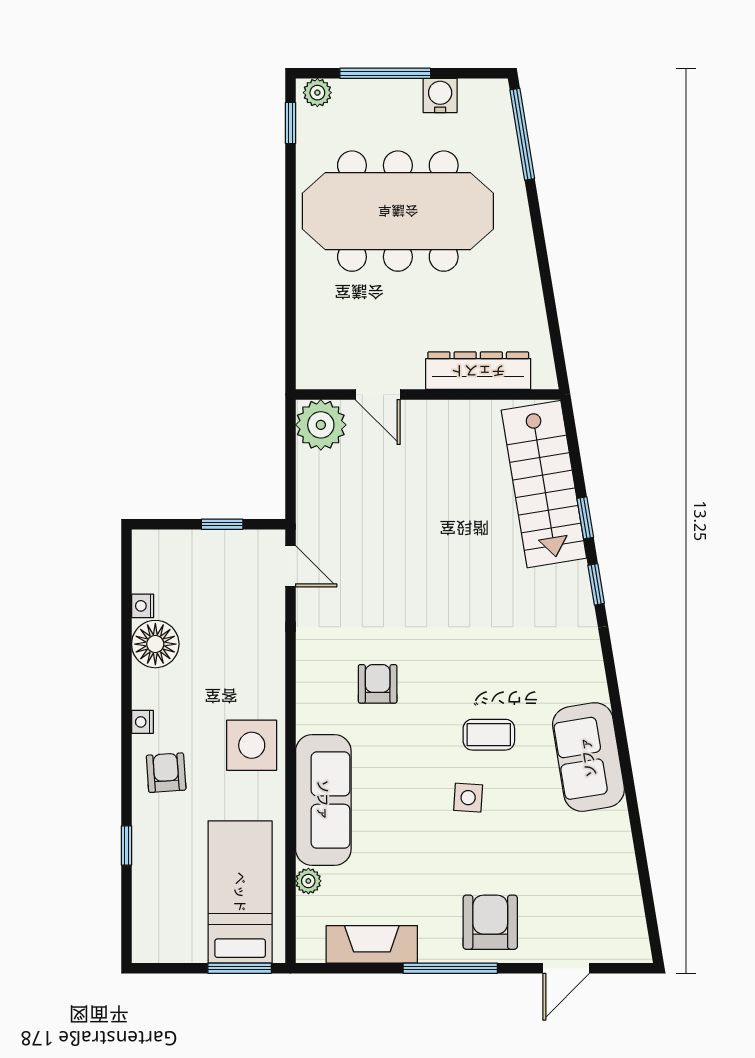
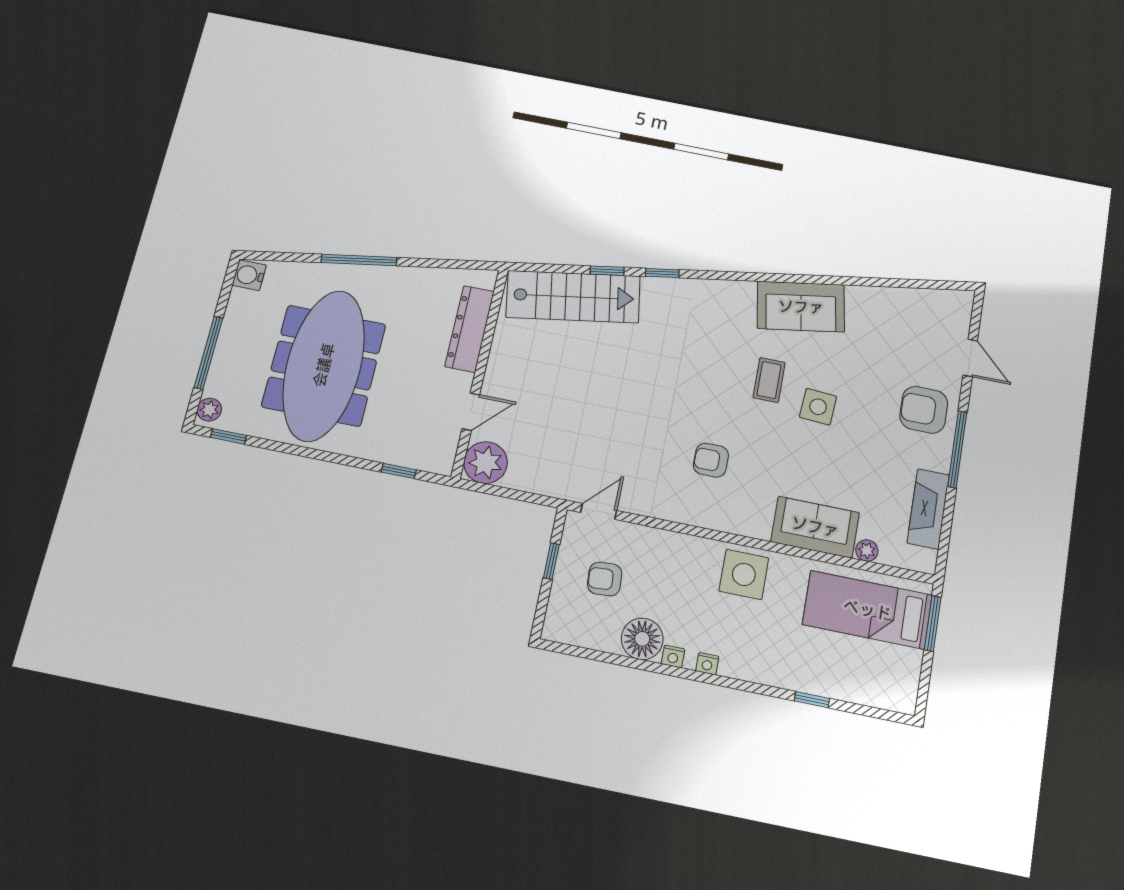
water cooler: (440, 96) -> (249, 275), moved
window: (522, 134) -> (359, 260), moved
window: (290, 328) -> (399, 471), added
nightstand: (143, 606) -> (673, 657), moved
armchair: (166, 773) -> (605, 579), moved
side table: (468, 798) -> (818, 407), width x1.37, depth x1.37
sofa: (323, 800) -> (815, 527), width x0.73

